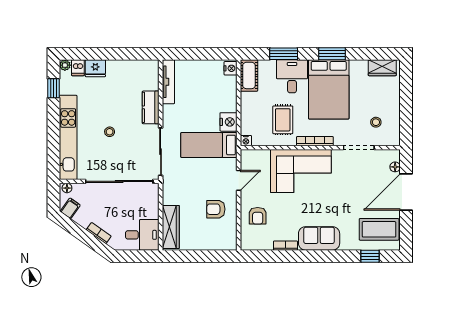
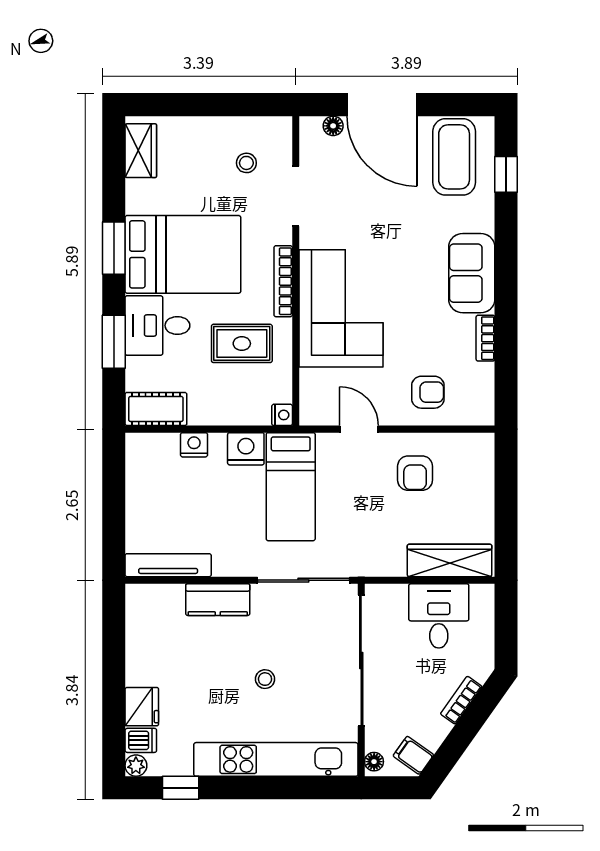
nightstand: (230, 68) -> (194, 445), moved
desk: (142, 235) -> (439, 616), moved

